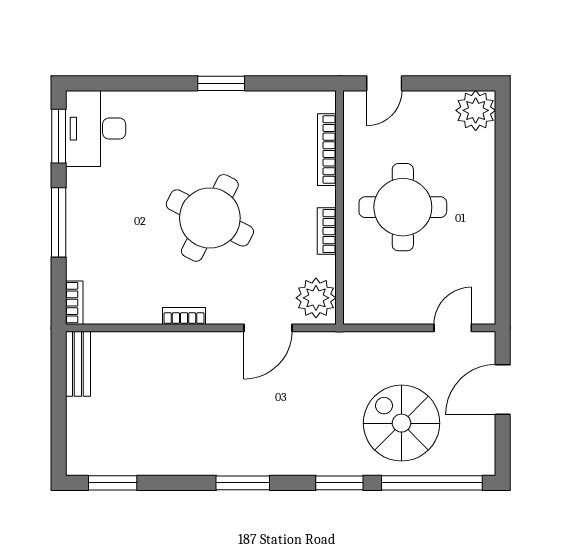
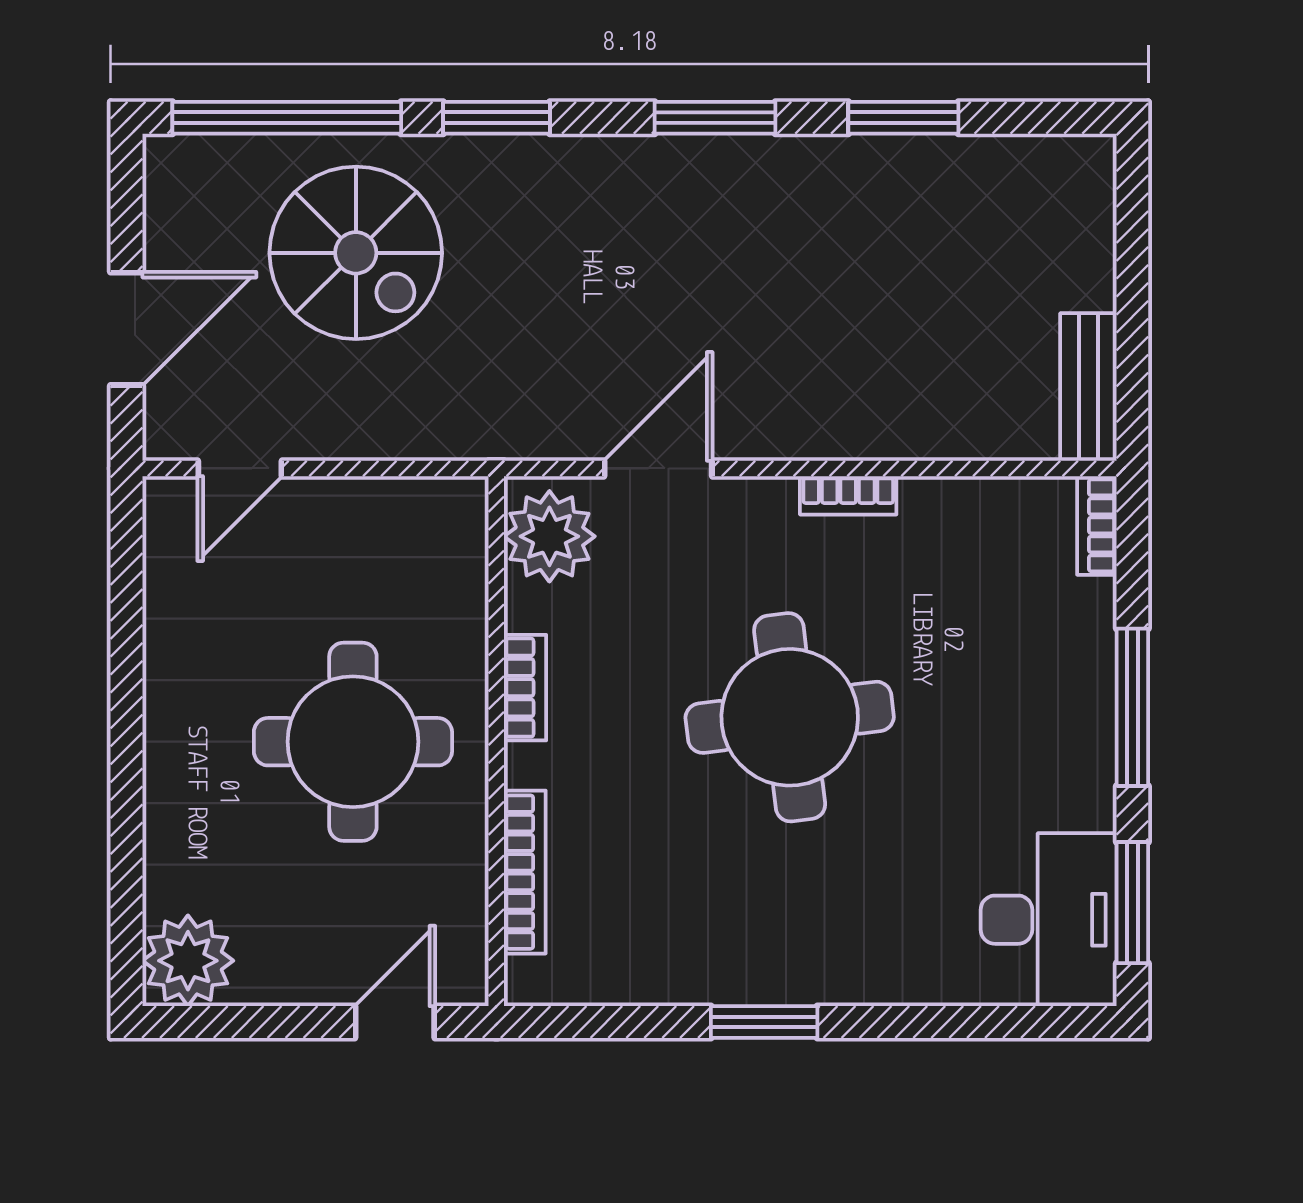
round table: (210, 218) -> (790, 717), turned -34
window: (113, 483) -> (903, 118), moved

